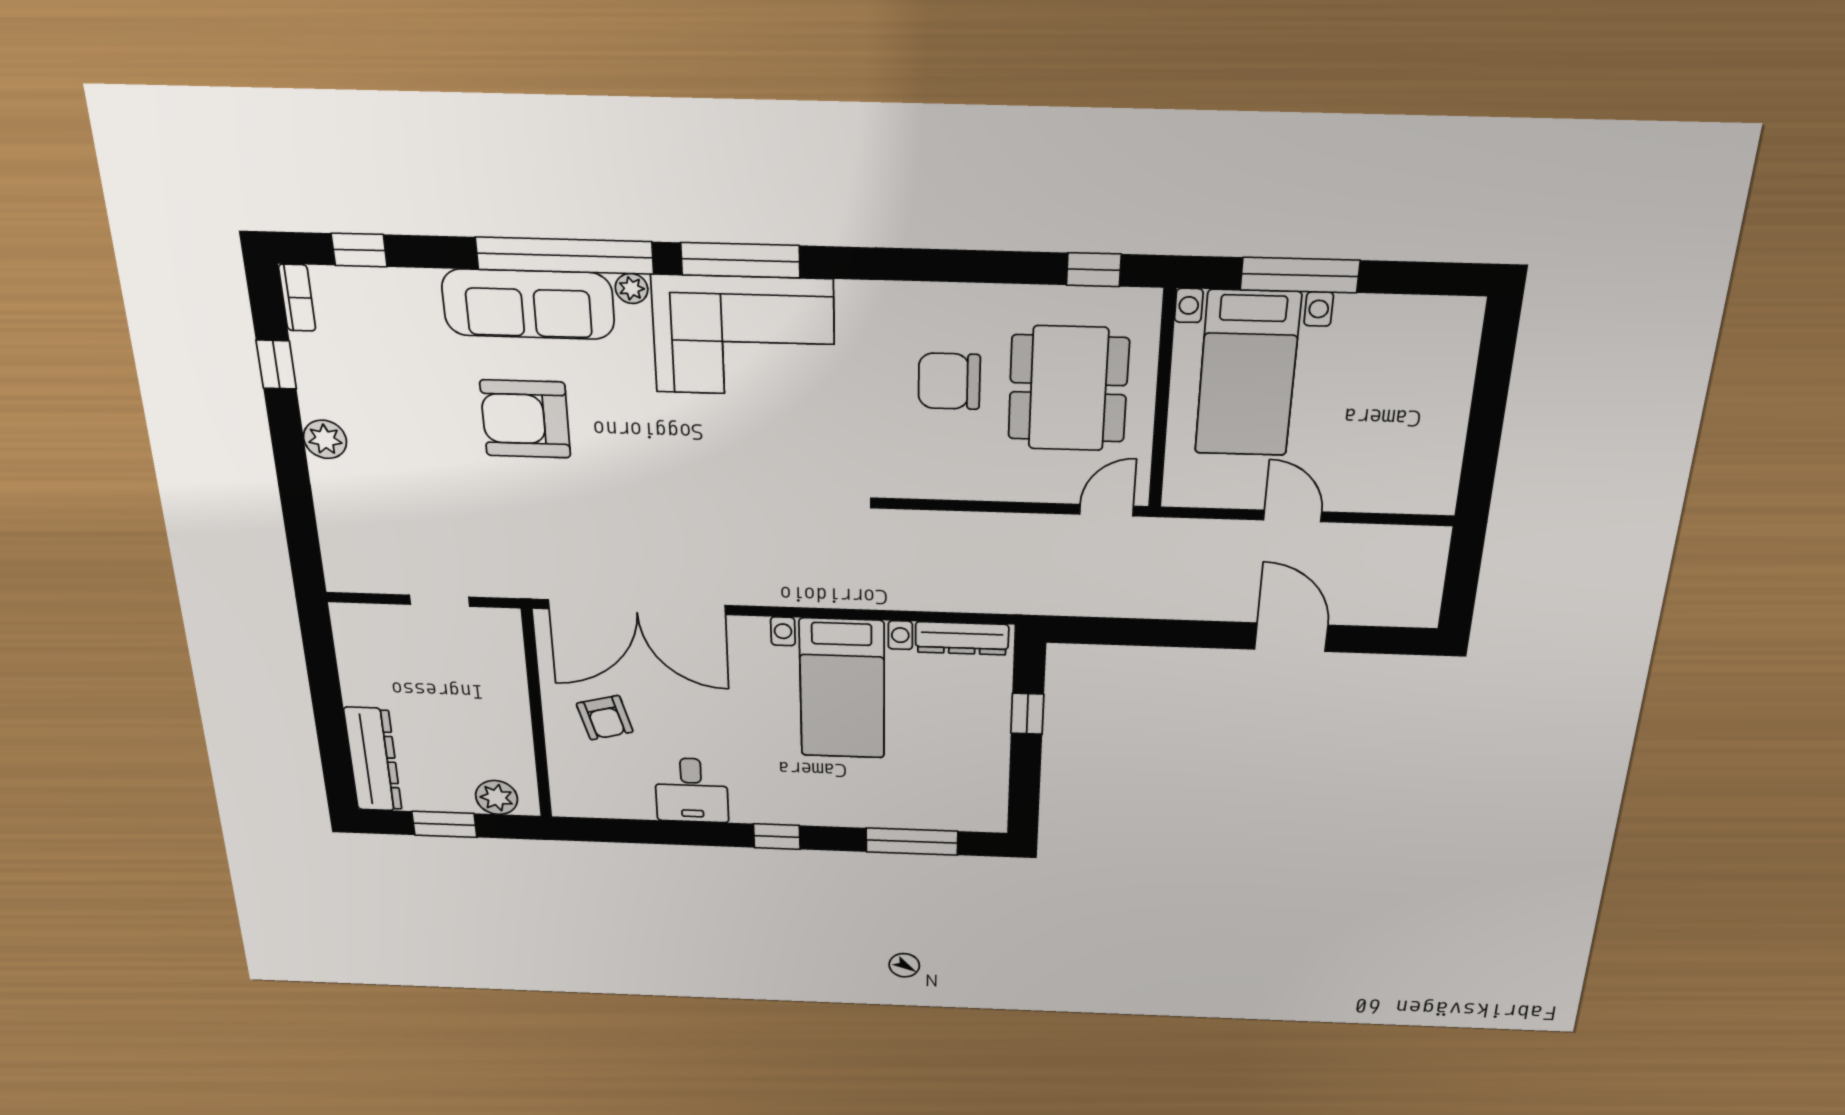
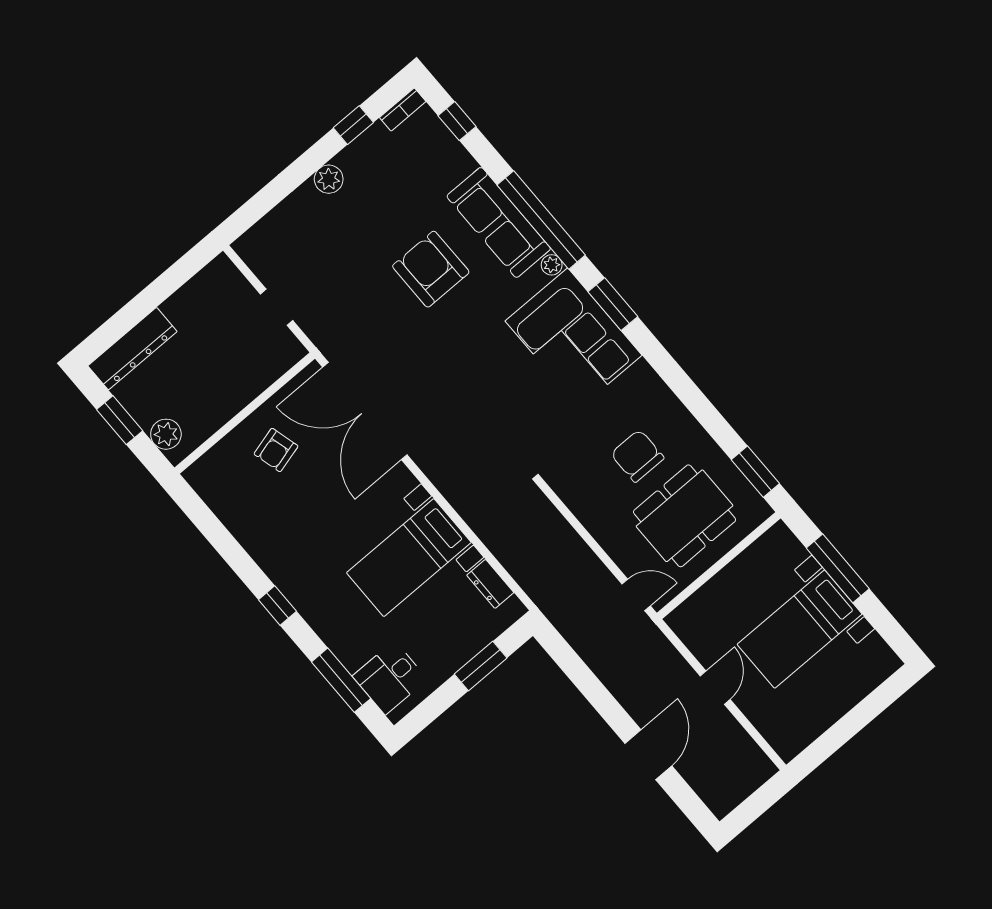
window: (740, 260) -> (613, 304), width x0.69
window: (1094, 270) -> (755, 472), width x1.50
bed with nightstands: (1248, 374) -> (800, 629), moved
dresser: (962, 638) -> (490, 584), width x0.70
window: (1027, 714) -> (481, 666), width x1.50
desk: (692, 790) -> (390, 678), moved

